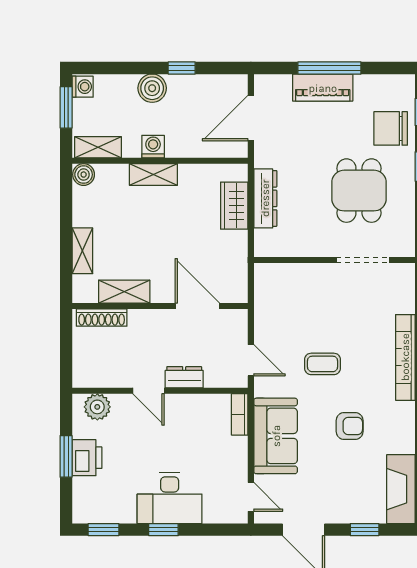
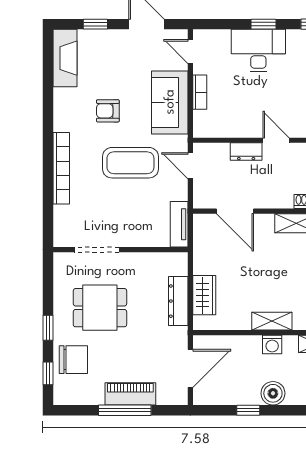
dining table: (359, 191) -> (100, 308), turned 90
tv unit: (264, 290) -> (179, 224), added
coffee table: (322, 364) -> (130, 163), width x1.86, depth x1.72
bookcase: (240, 414) -> (200, 92), moved

